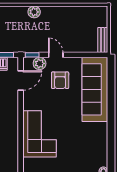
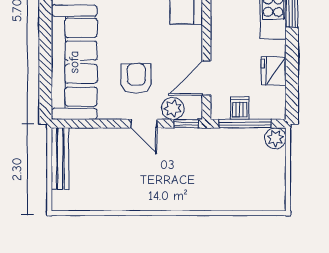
plant: (34, 12) -> (182, 200), removed
bench: (103, 40) -> (60, 158), width x1.36

